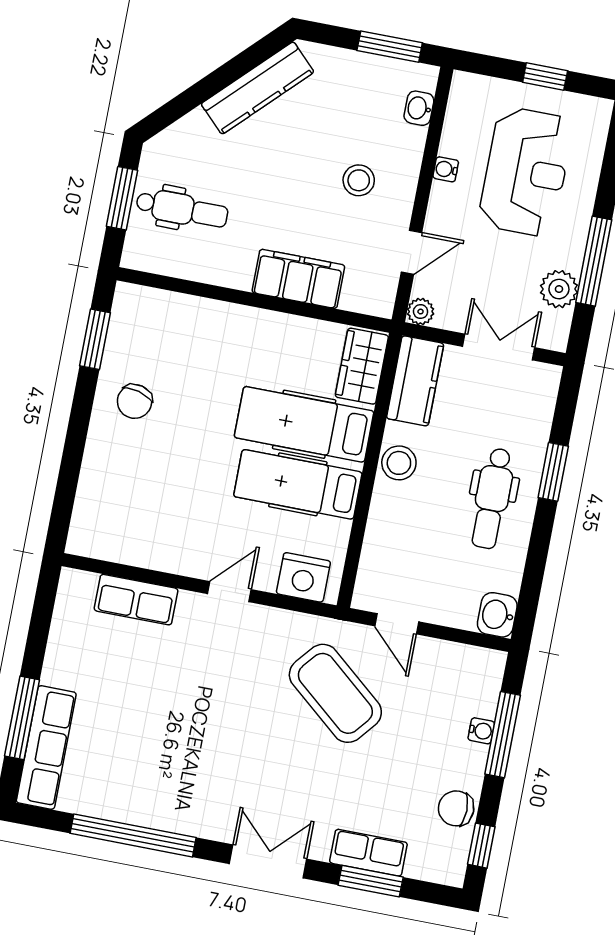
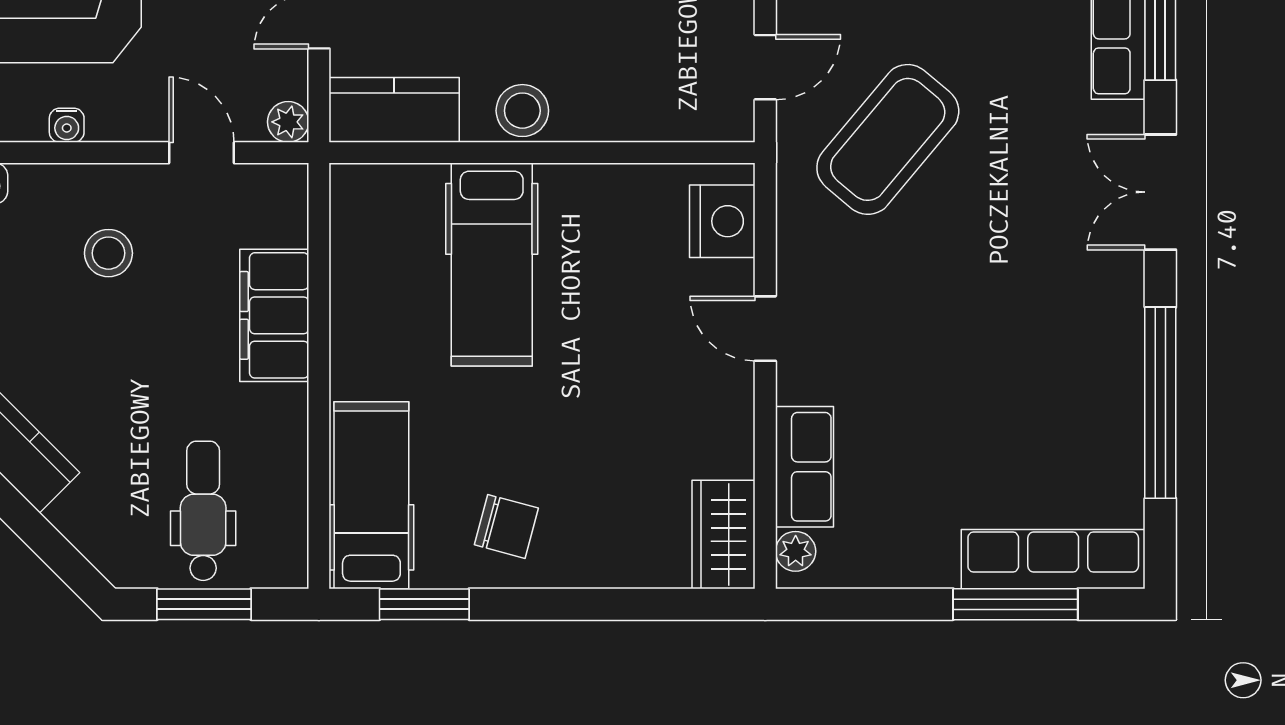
wardrobe: (362, 366) -> (724, 535), moved, turned 90
hospital bed: (298, 484) -> (371, 495), moved, turned 180
plant: (83, 583) -> (796, 551), added

